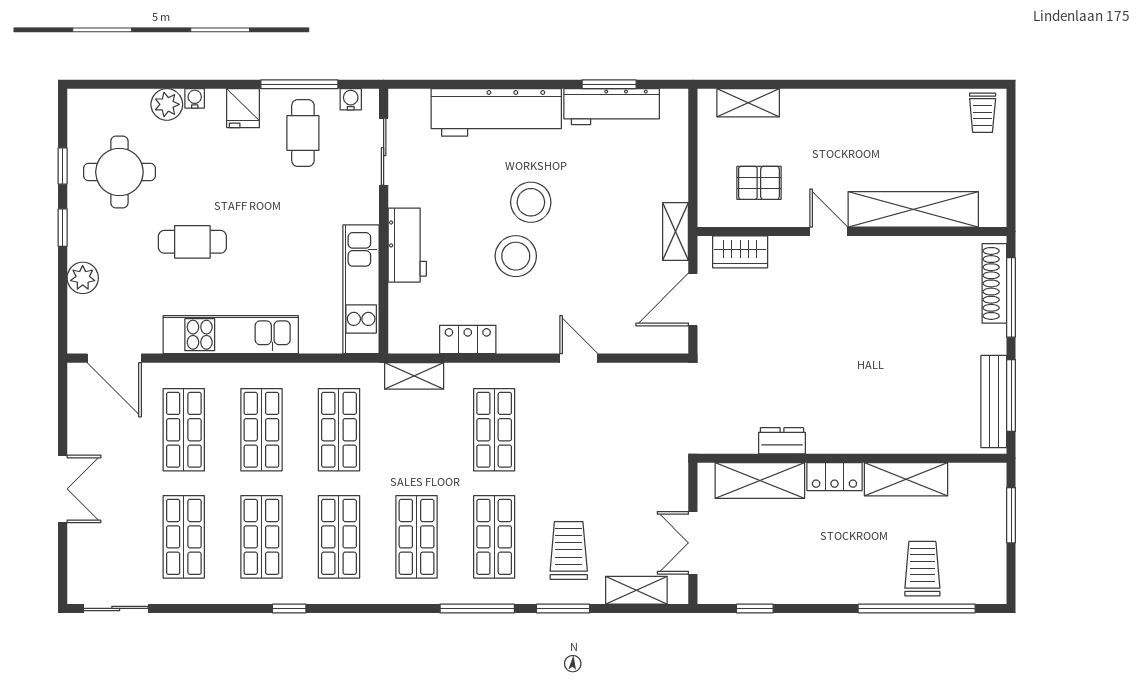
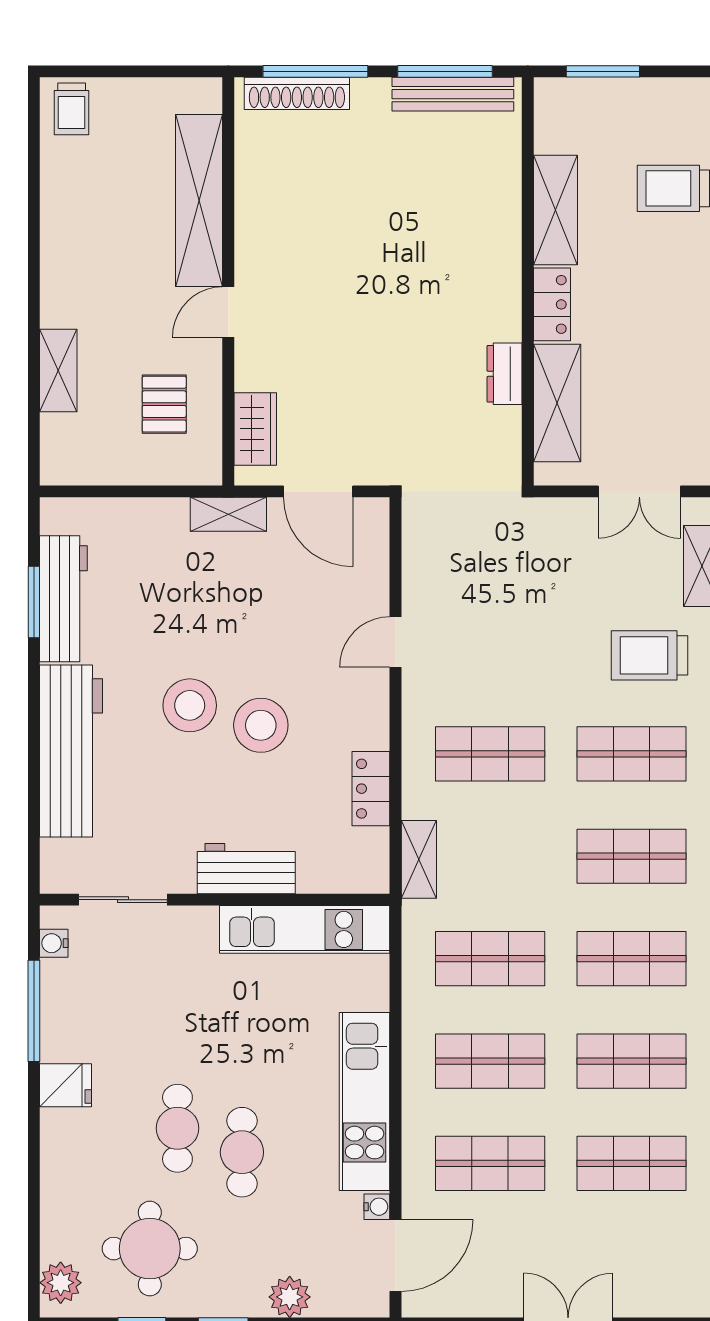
water cooler: (195, 98) -> (377, 1207), moved, turned 180
shelving: (748, 103) -> (58, 370), moved
plant: (167, 104) -> (61, 1283), moved
trolley: (983, 113) -> (72, 109), turned 90
cafe table: (303, 133) -> (177, 1128), moved, turned 90

